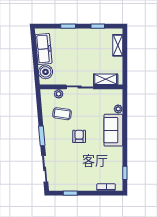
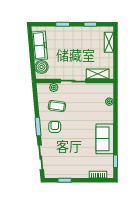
sofa: (113, 130) -> (105, 139), moved
armchair: (79, 136) -> (55, 127), moved

